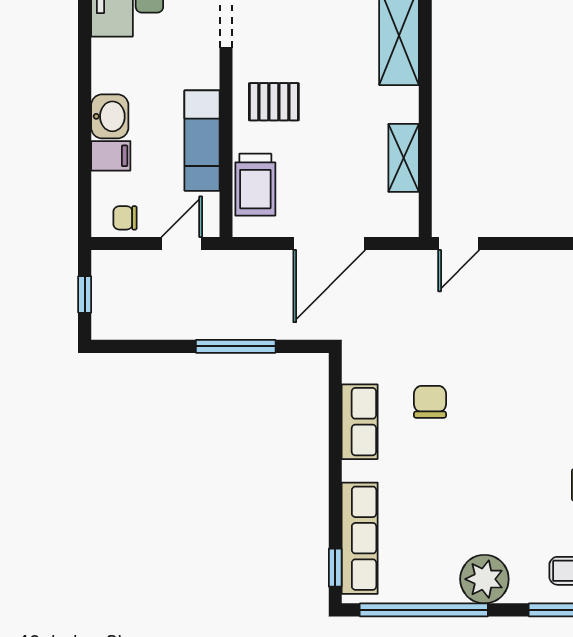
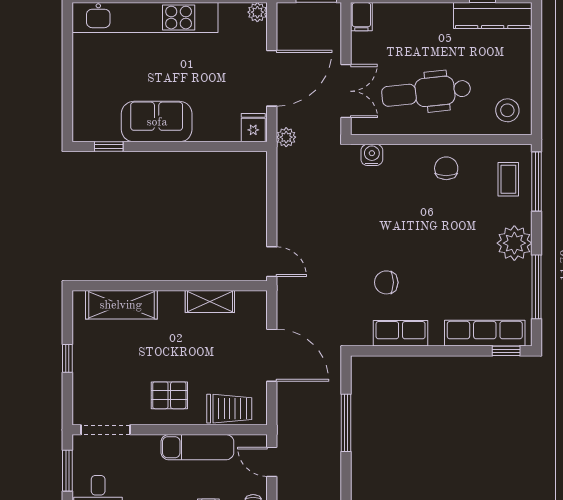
pallet: (274, 102) -> (169, 395), turned 90
window: (424, 610) -> (537, 287), width x0.68

